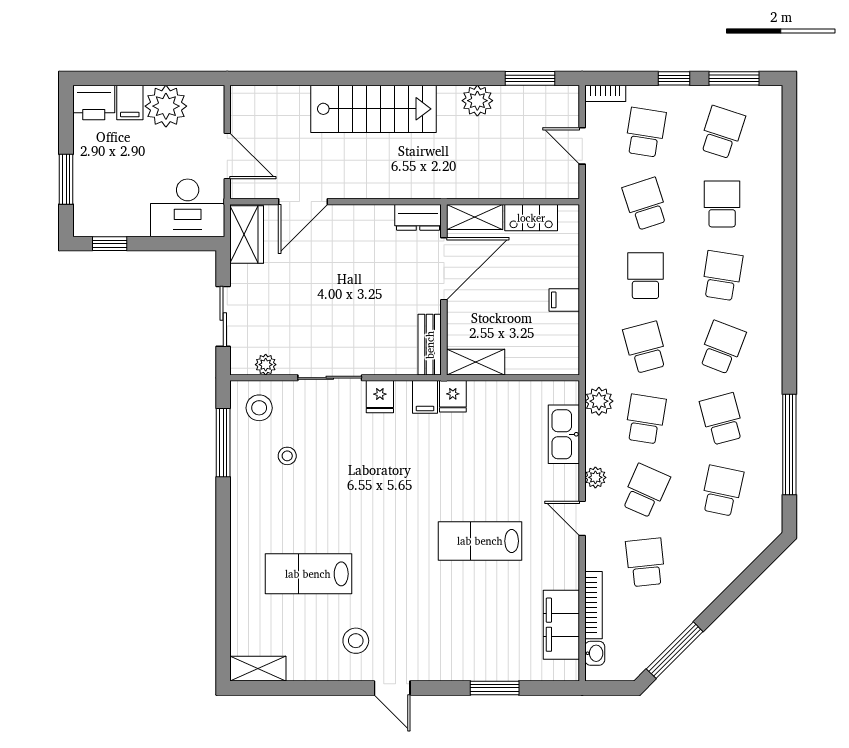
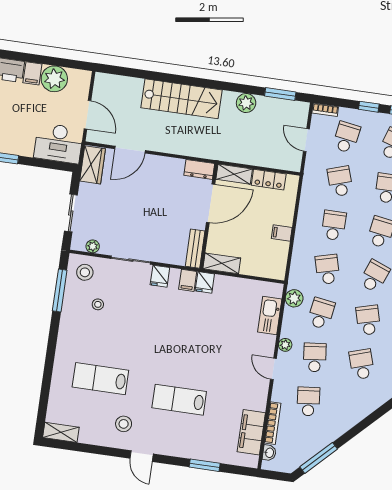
school desk: (645, 491) -> (315, 357), turned -30
school desk: (722, 491) -> (362, 364), turned -30
lab bench: (480, 541) -> (179, 400), moved

